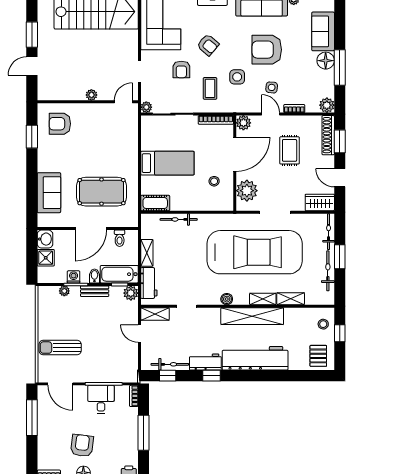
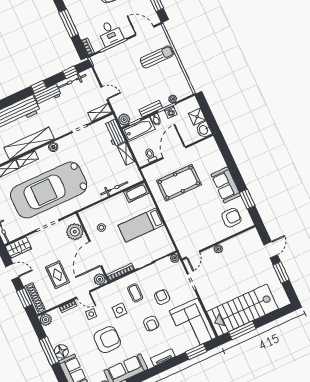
armchair: (208, 45) -> (151, 324), turned -130
sofa: (49, 193) -> (226, 185), moved

